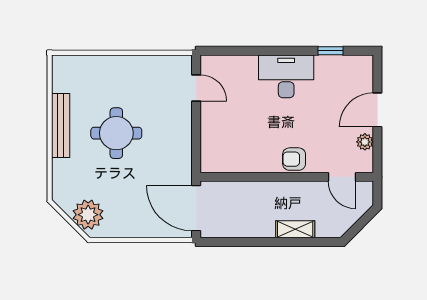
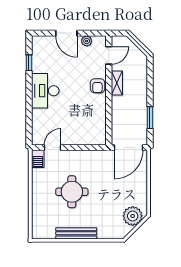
barbecue: (178, 65) -> (38, 159), added
round table: (116, 133) -> (72, 192), moved
shelving: (295, 229) -> (117, 83), moved
window: (244, 242) -> (150, 118), added

